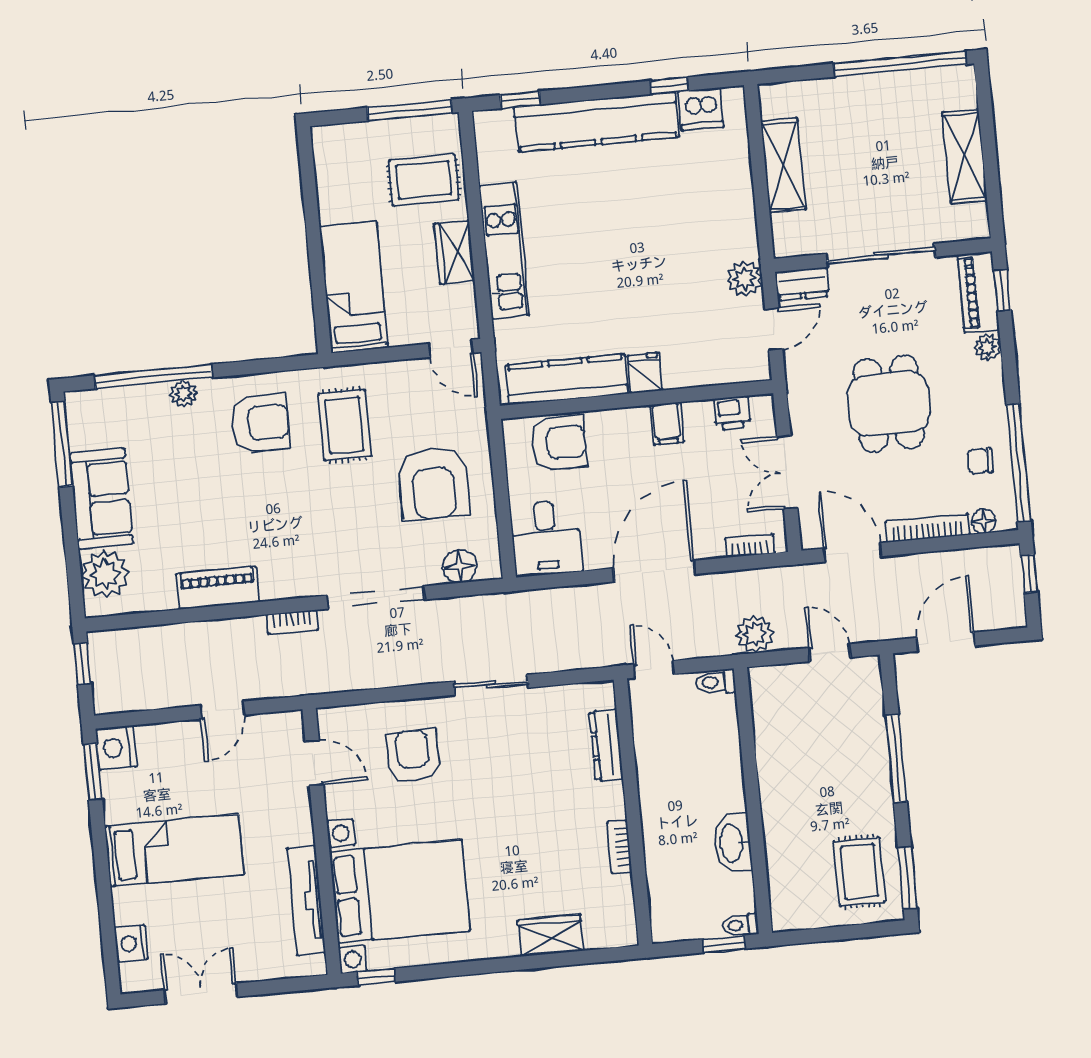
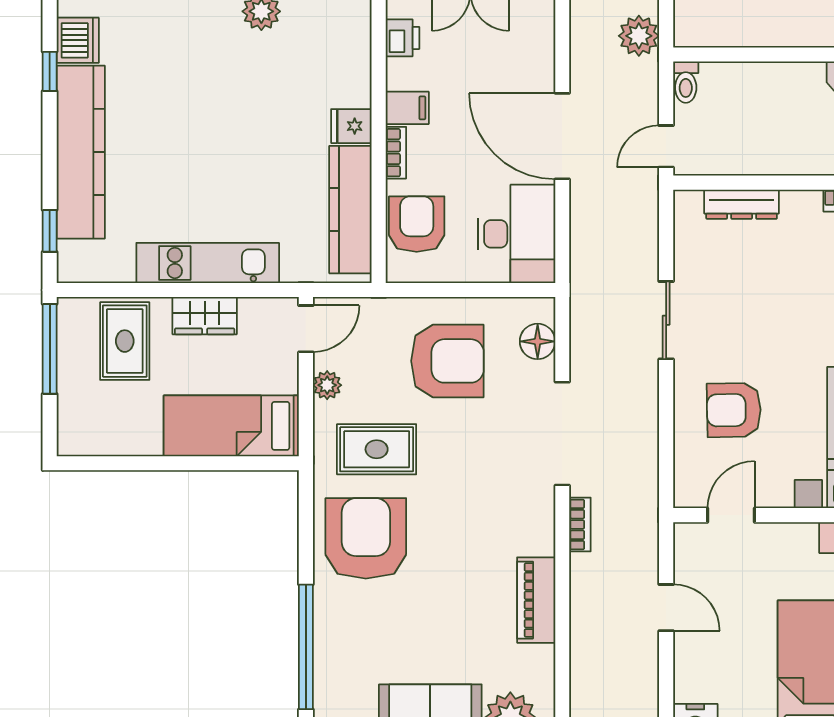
plant: (183, 394) -> (327, 385), moved
armchair: (260, 423) -> (366, 538), width x1.36, depth x1.36
desk: (546, 538) -> (517, 234), width x1.37
bookcase: (750, 546) -> (396, 153), moved, turned 180

